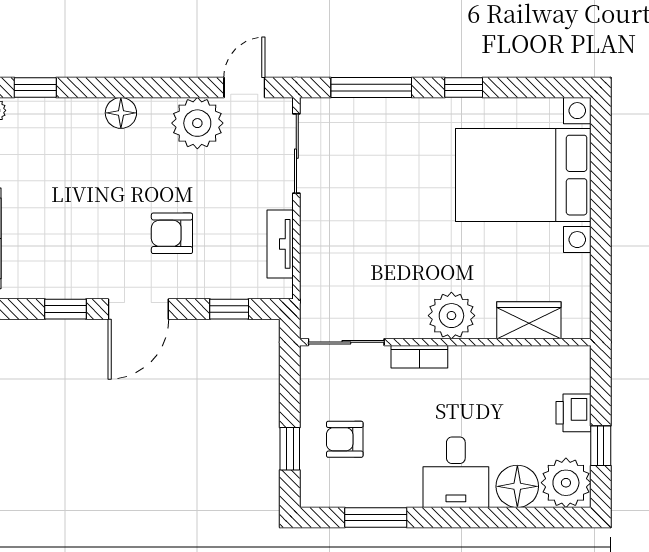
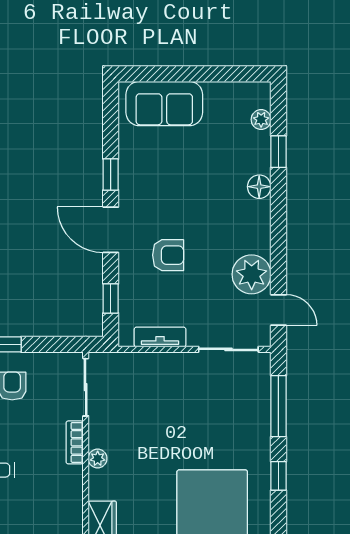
floor lamp: (121, 113) -> (259, 187), moved
armchair: (172, 233) -> (168, 255), turned 90
plant: (451, 316) -> (98, 459), width x0.53, depth x0.53

